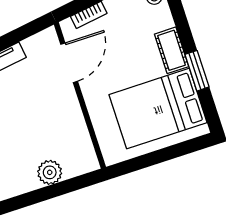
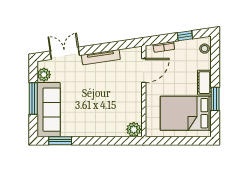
plant: (50, 172) -> (134, 129), moved

